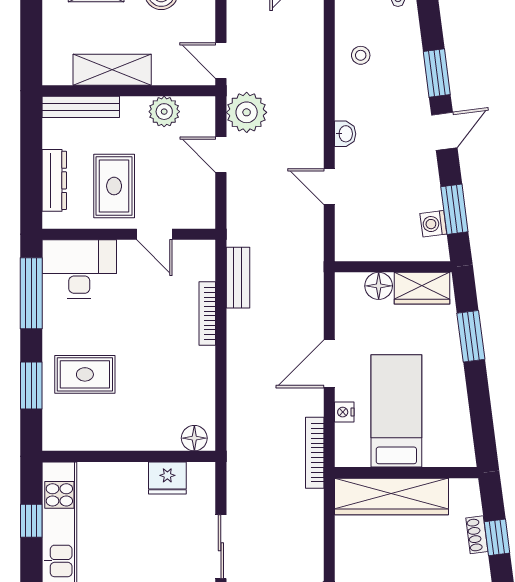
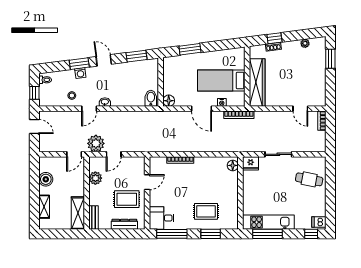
shelving: (112, 70) -> (78, 213), moved
bench: (81, 107) -> (94, 218), width x0.73
door: (329, 187) -> (89, 109), moved
washing machine: (433, 224) -> (80, 73), moved
bidet: (354, 243) -> (151, 98), added
desk: (79, 269) -> (162, 218), width x0.73
bench: (238, 278) -> (165, 147), removed
floor lamp: (379, 286) -> (169, 101), moved
wardrobe: (422, 288) -> (170, 70), removed
rug: (85, 374) -> (206, 211), turned 90
fridge: (167, 478) -> (251, 163), moved, turned 90
window: (31, 521) -> (267, 234), width x2.17

